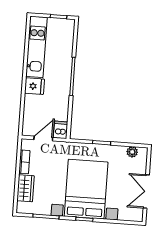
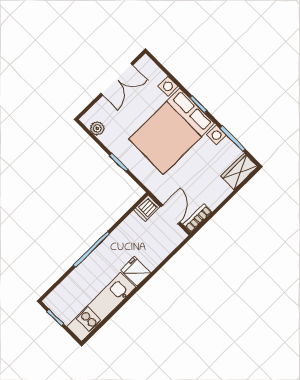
door: (43, 139) -> (170, 214), swing flipped
bookcase: (24, 162) -> (197, 218), moved
wardrobe: (26, 188) -> (239, 171), moved

